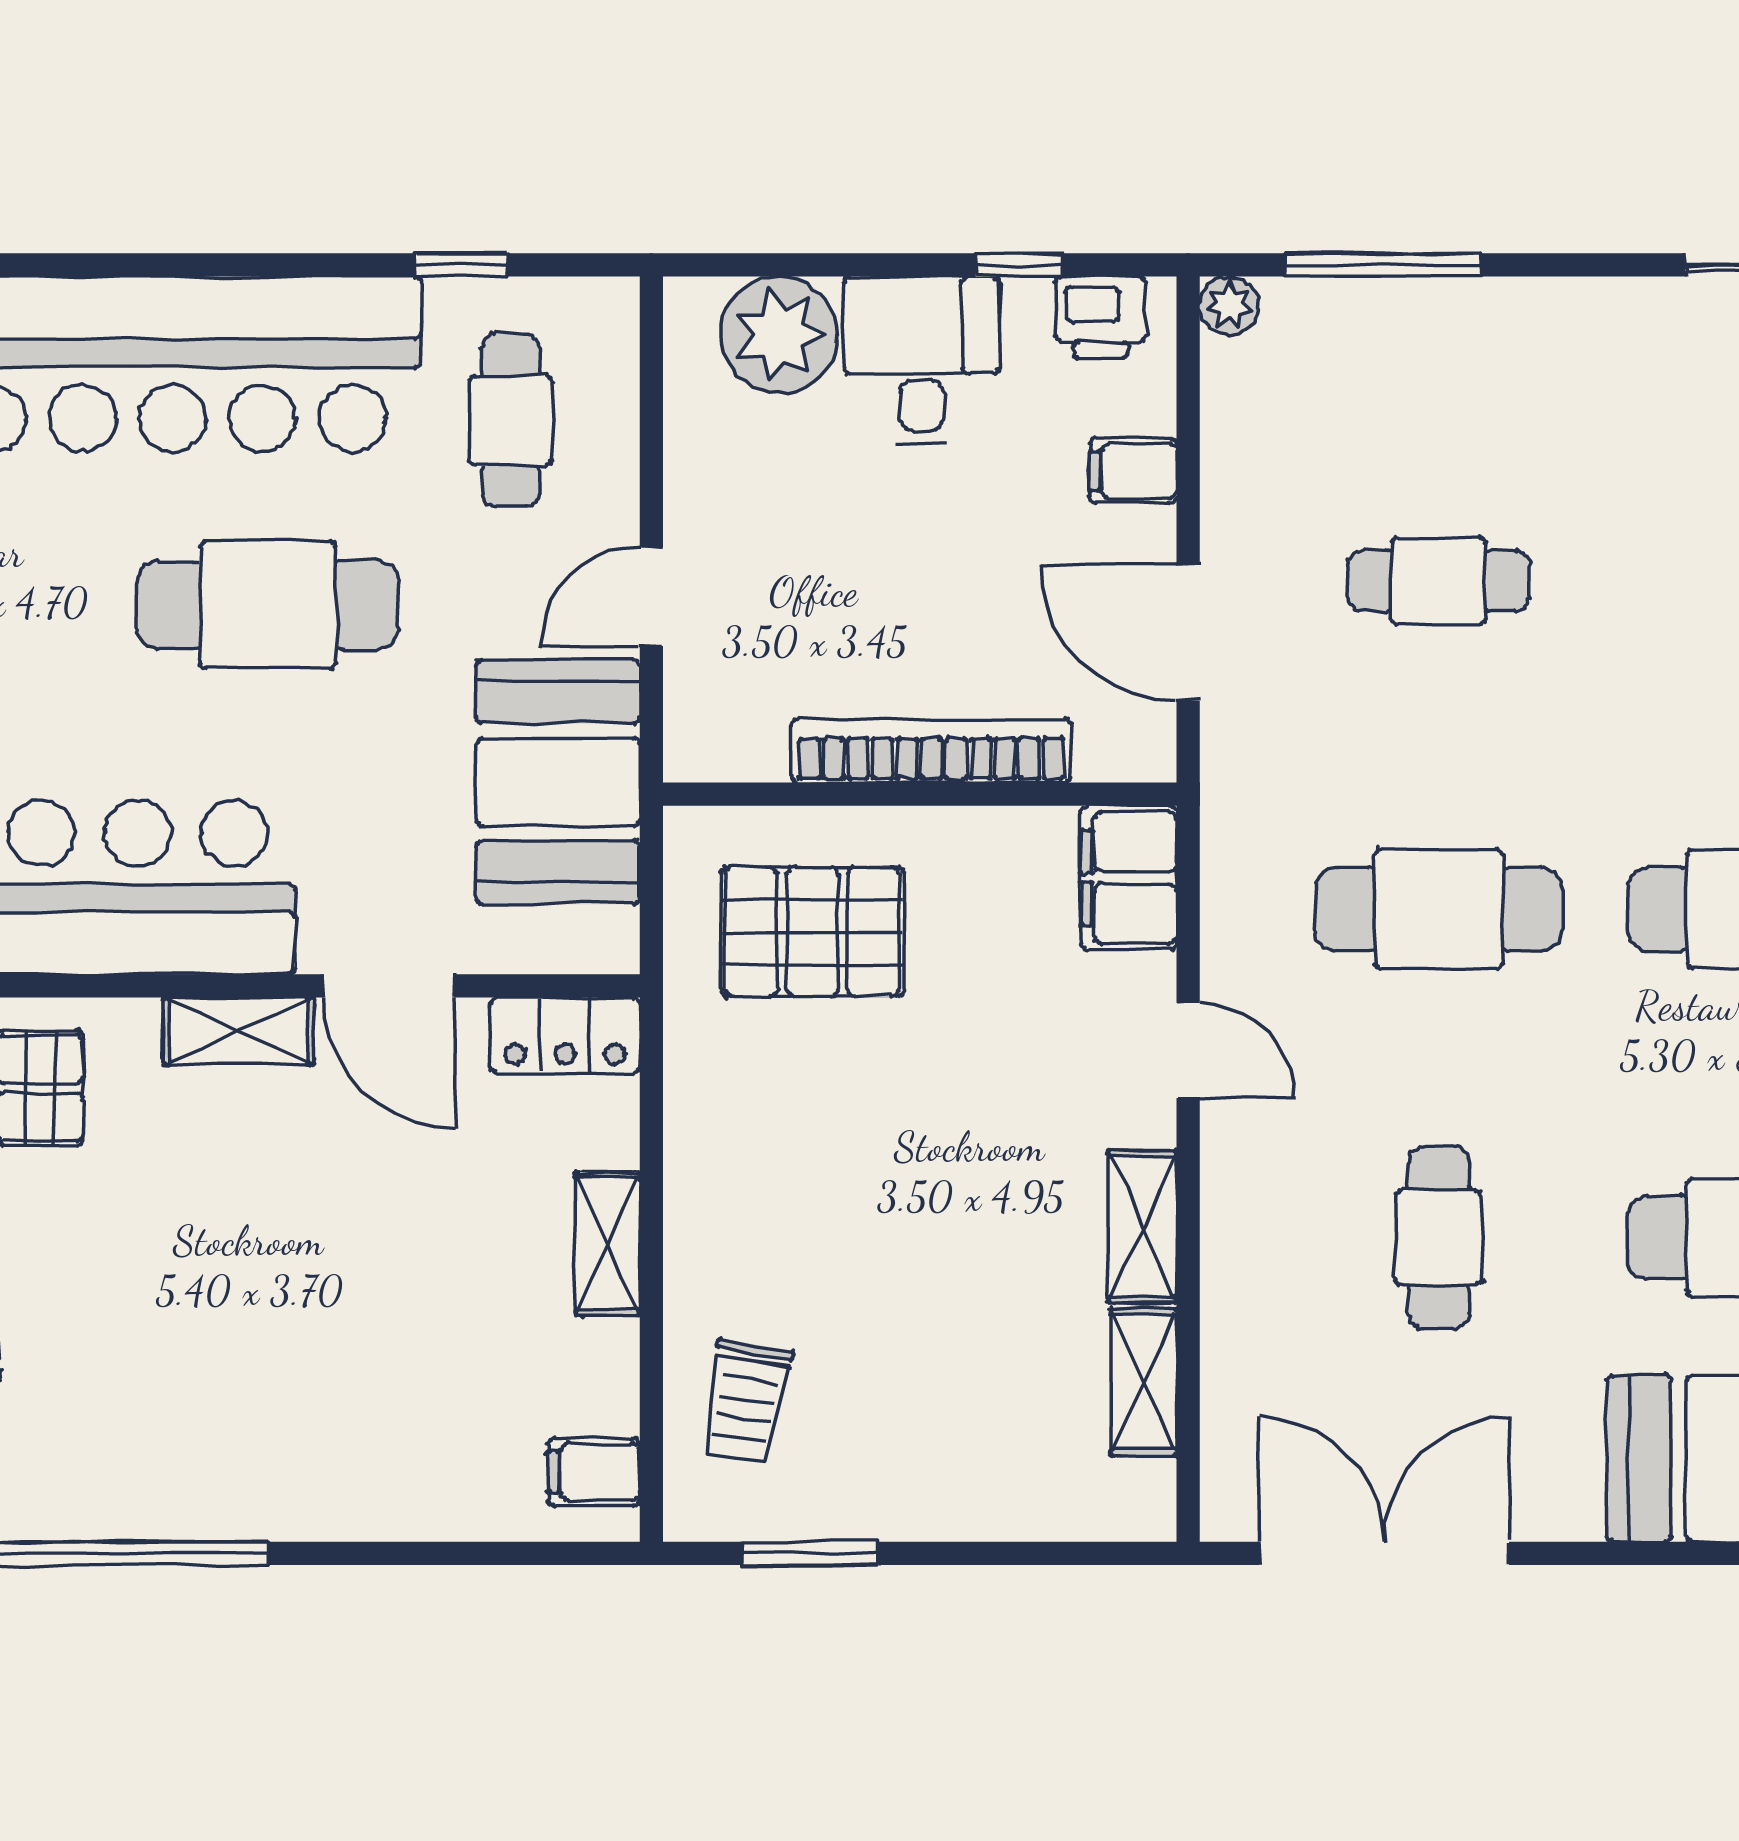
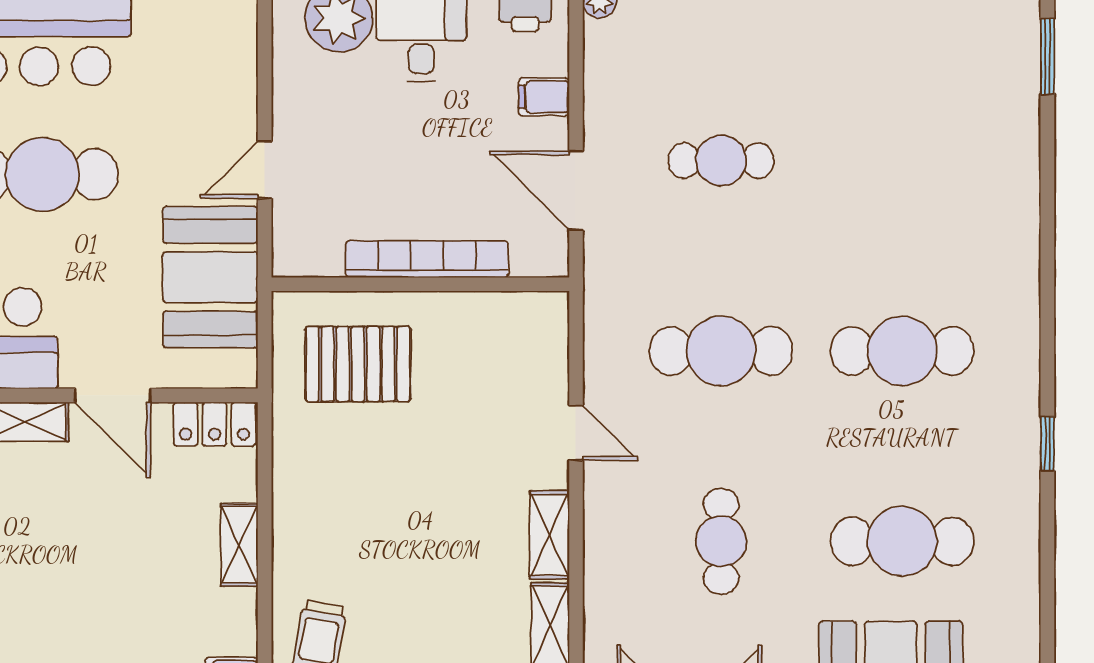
cafe table: (511, 421) -> (183, 68), removed
filing cabinet: (1129, 878) -> (541, 333), removed

